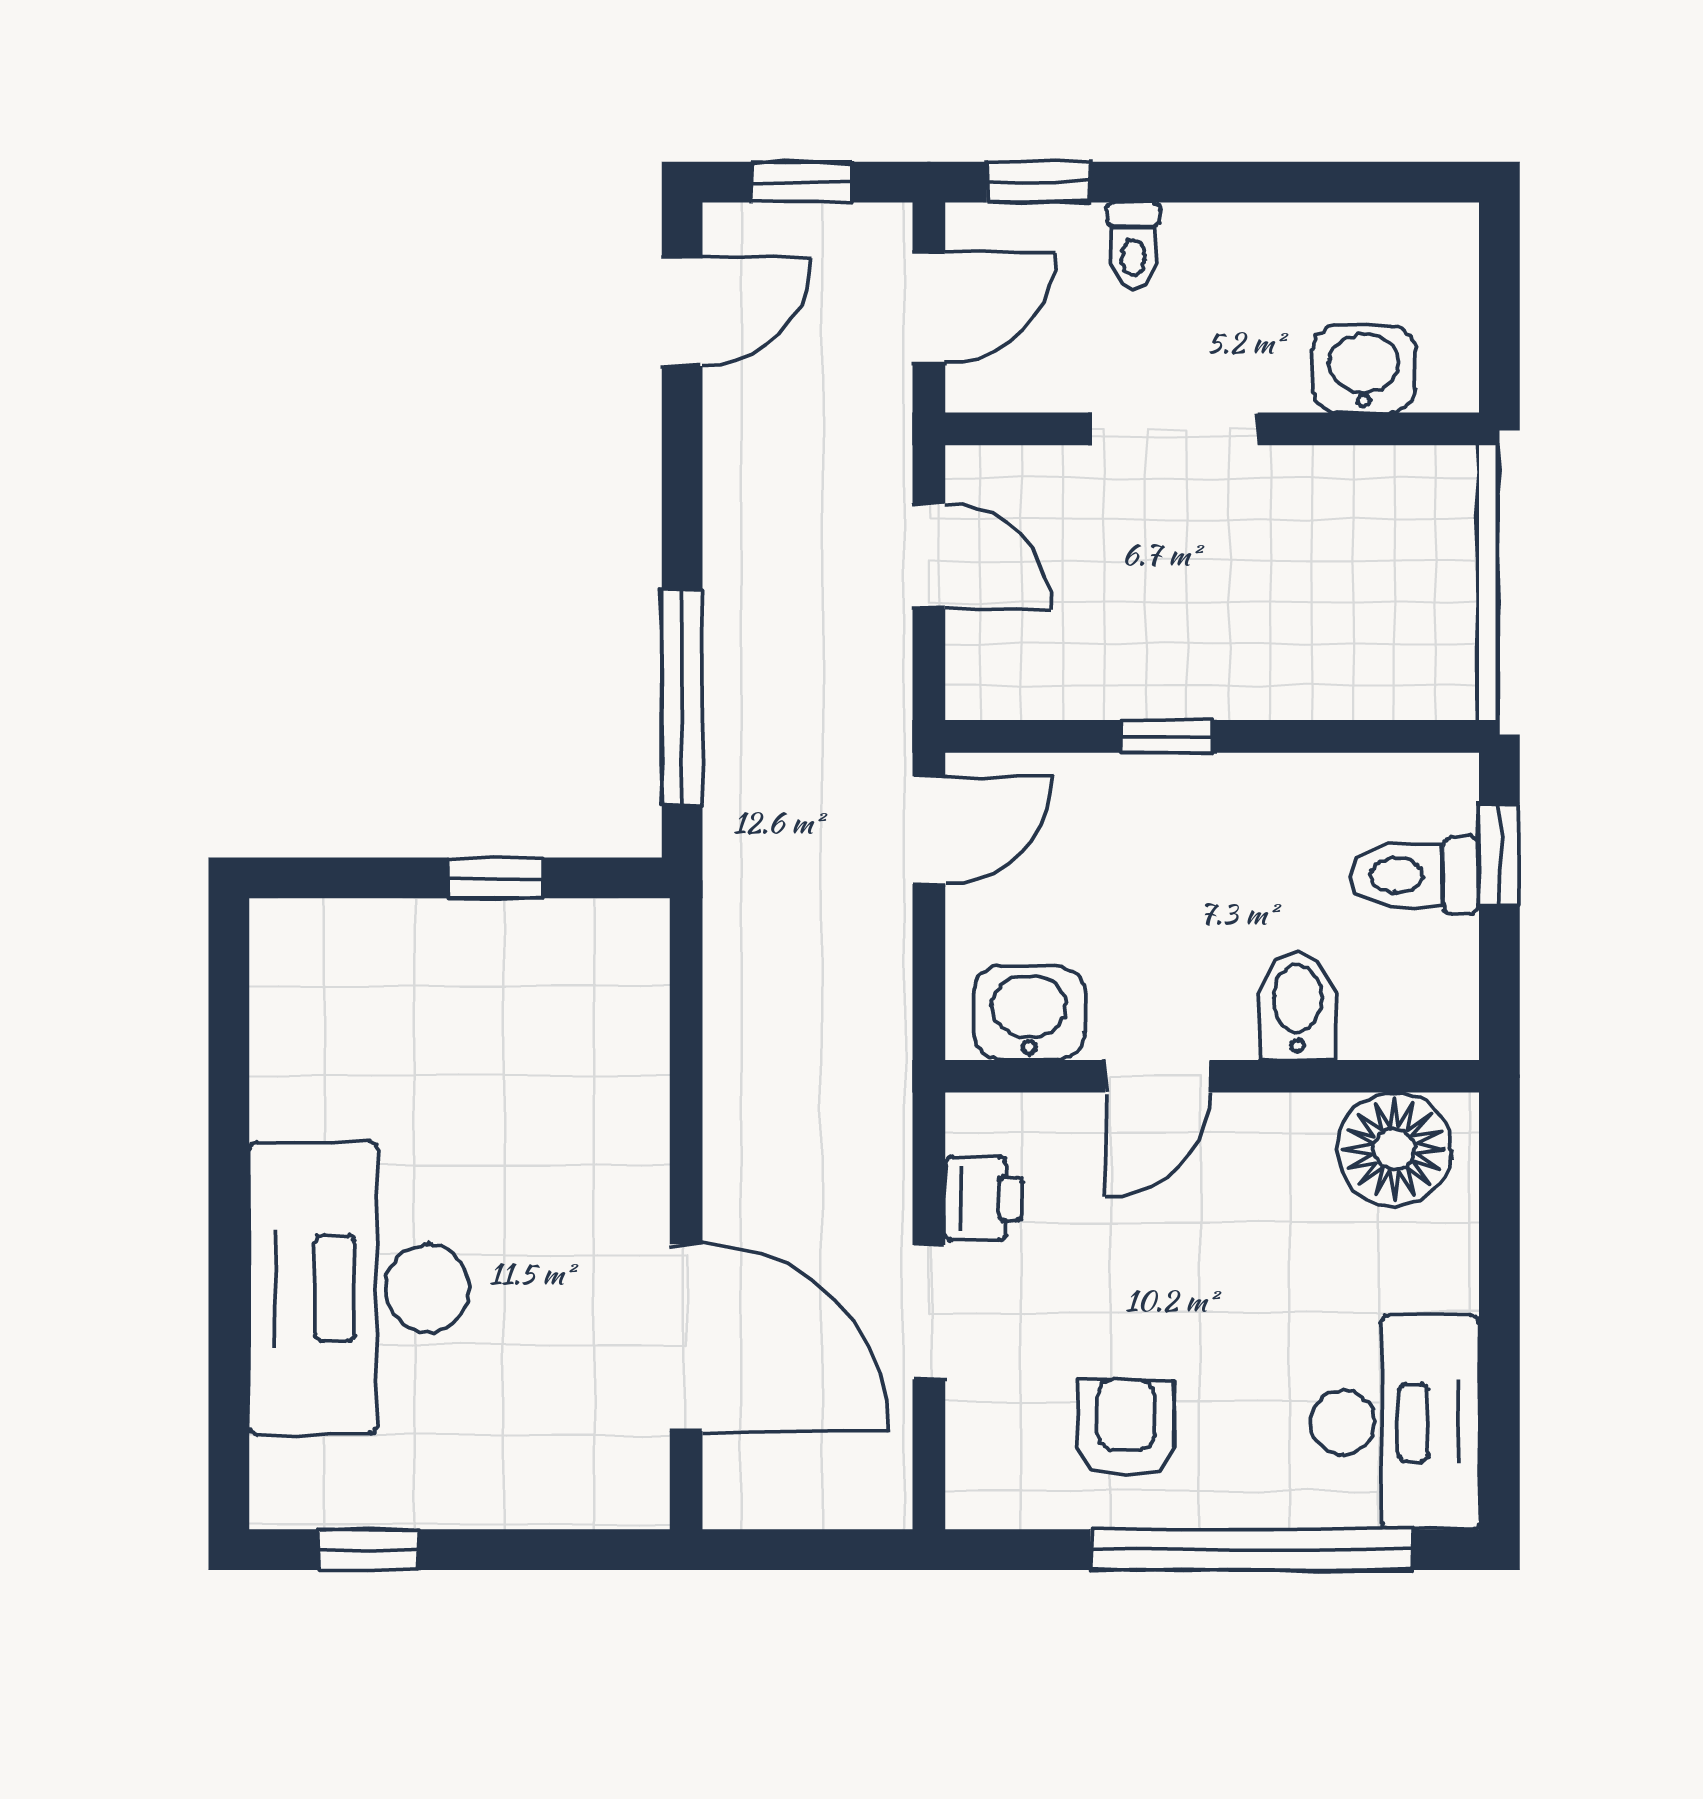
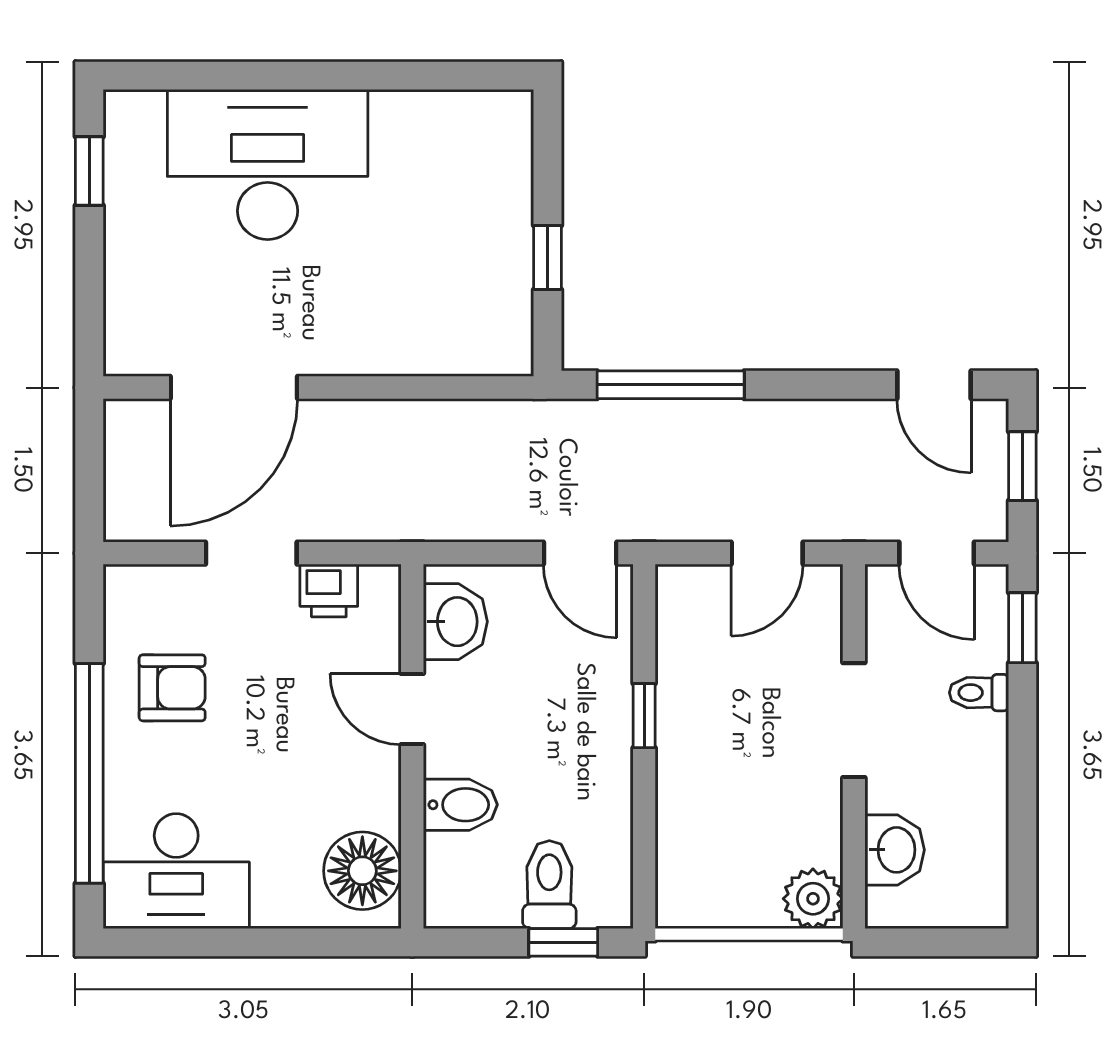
plant: (1435, 489) -> (813, 899), added

